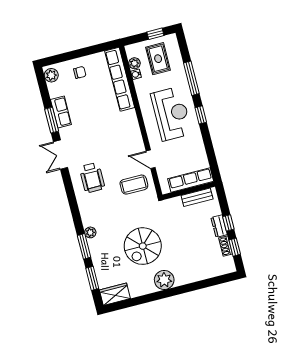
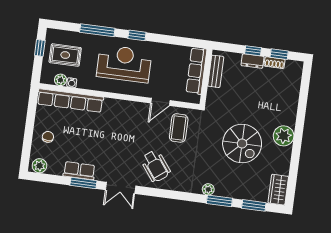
wheelchair: (92, 178) -> (155, 166), turned 53

